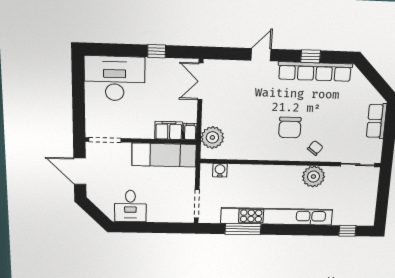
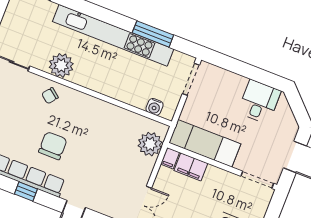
chair: (290, 127) -> (53, 146), moved

